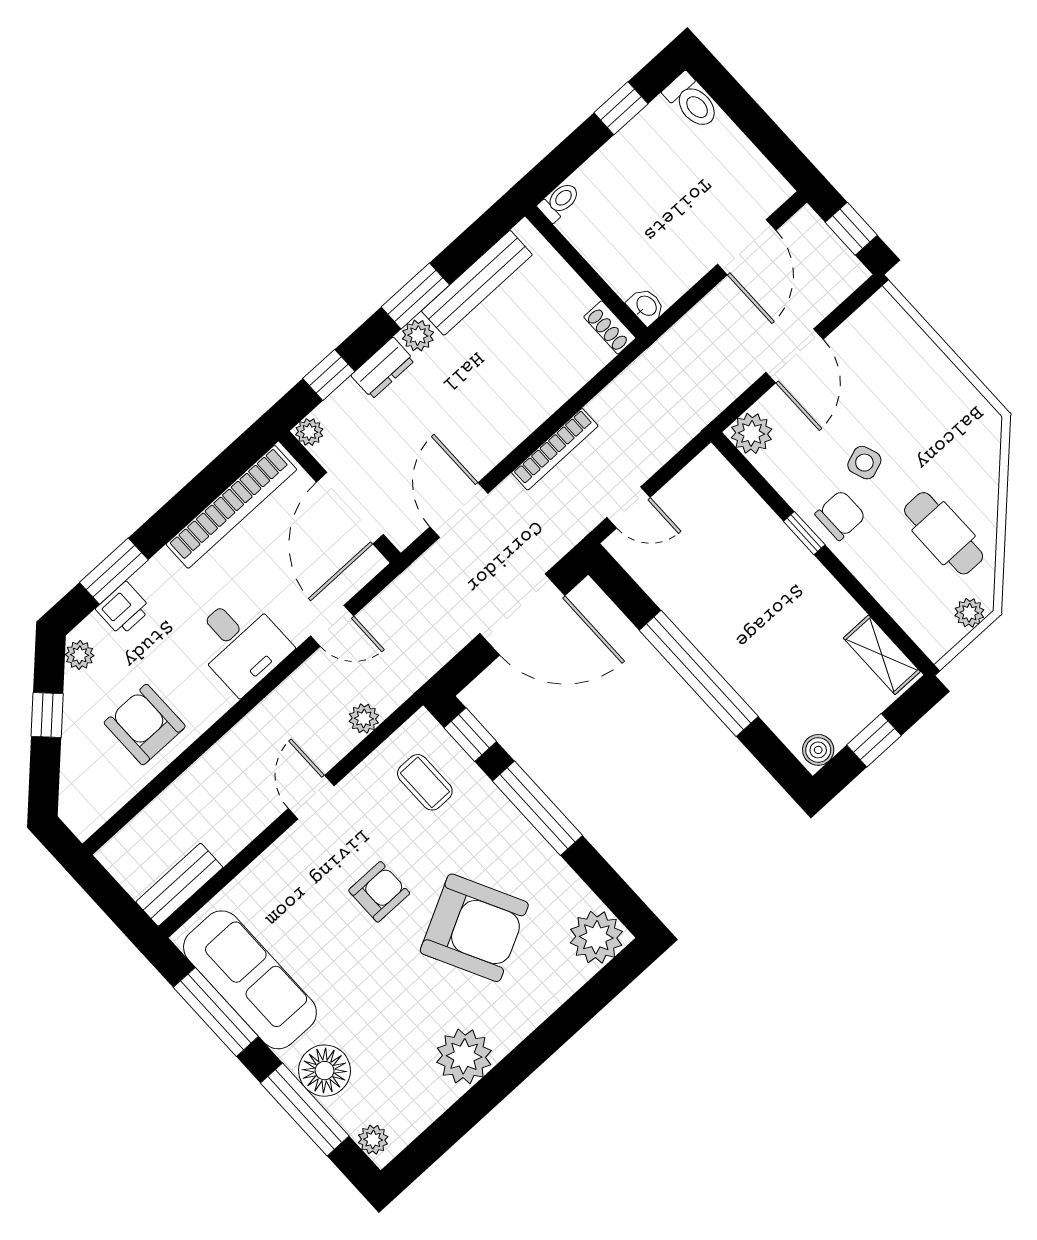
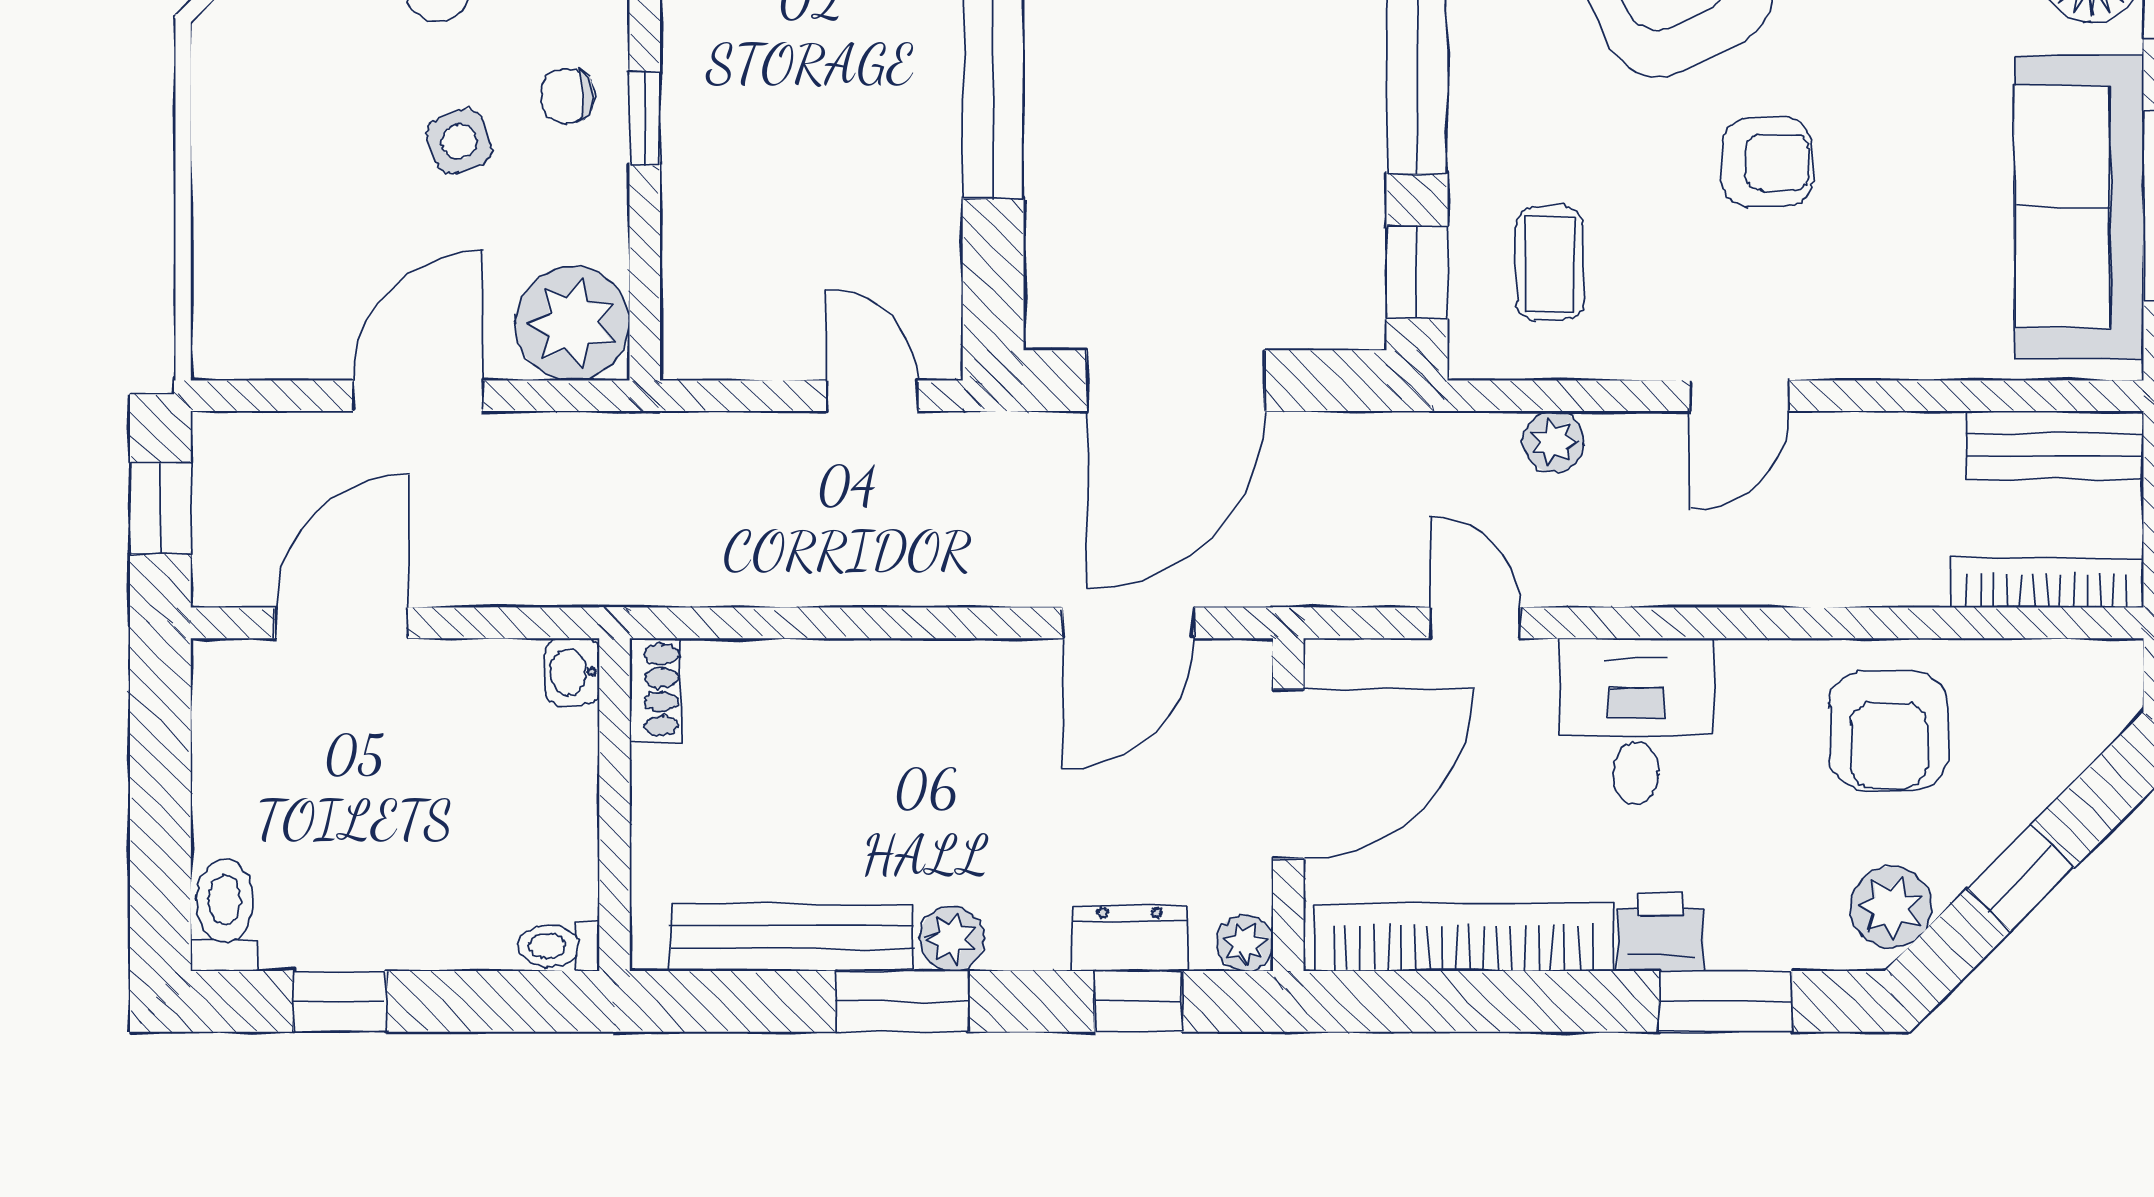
dresser: (383, 368) -> (1130, 938), moved
plant: (752, 433) -> (573, 323), width x1.36, depth x1.36
bookcase: (555, 449) -> (2047, 583), moved
chair: (840, 515) -> (567, 96), width x0.73, depth x0.73
printer: (123, 609) -> (1661, 932), moved
door: (522, 615) -> (1176, 381), swing flipped
plant: (80, 655) -> (1891, 907), width x1.38, depth x1.38
armchair: (379, 892) -> (1767, 162), turned 180

